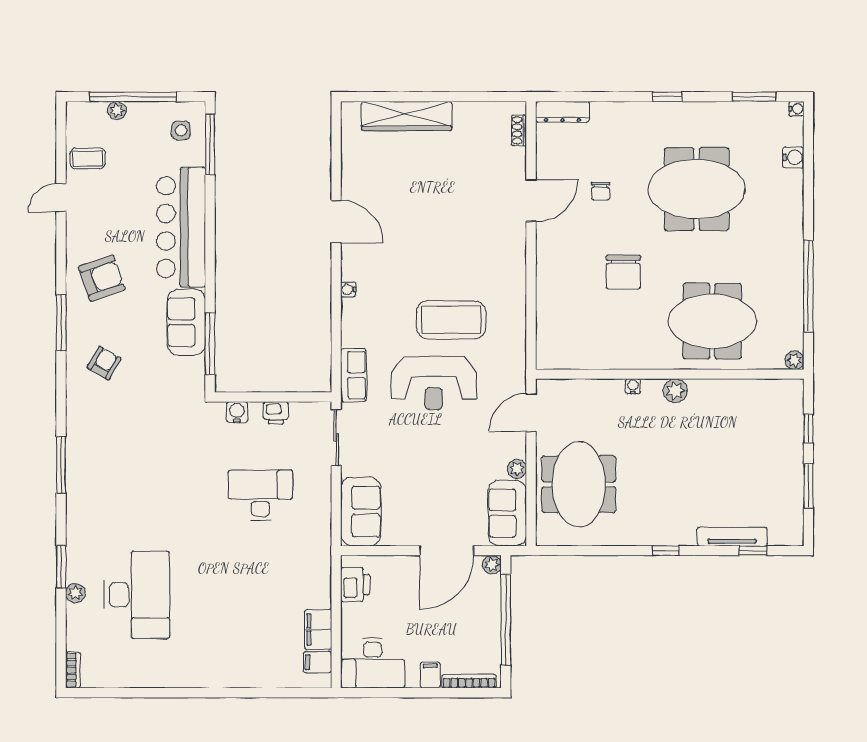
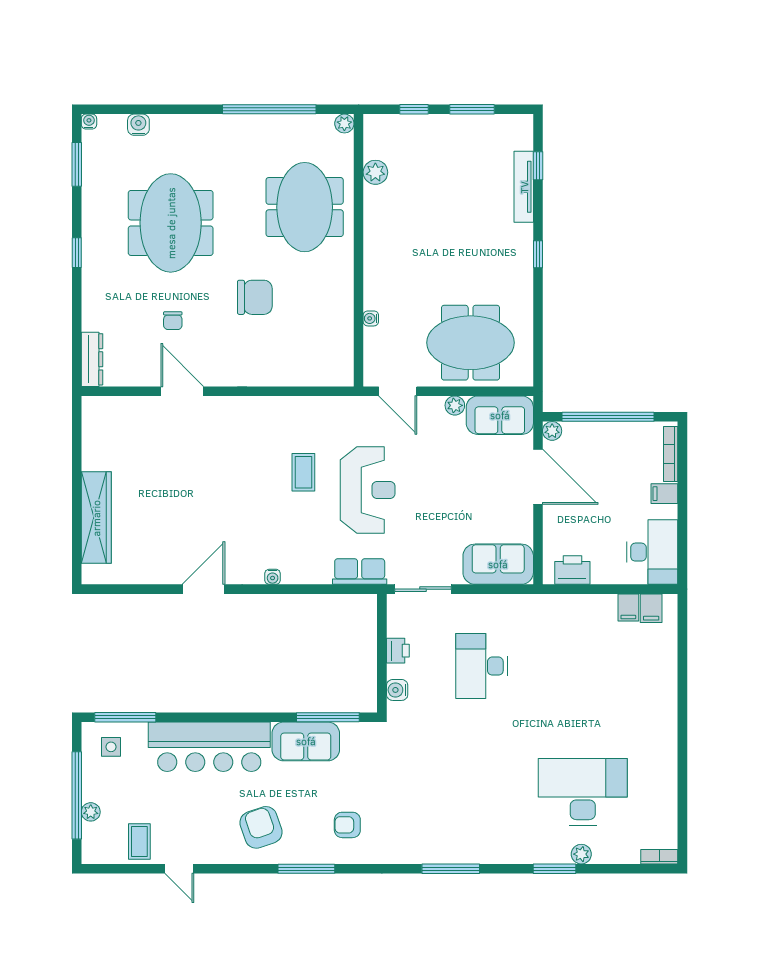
shoe rack: (519, 130) -> (111, 403), removed
chair: (600, 191) -> (173, 321), turned 90
coffee table: (451, 320) -> (303, 472), width x0.54, depth x0.58
armchair: (104, 363) -> (347, 825), turned -30
water cooler: (633, 386) -> (371, 318), moved
plant: (675, 391) -> (375, 172), moved
filing cabinet: (318, 630) -> (628, 607), width x0.50

